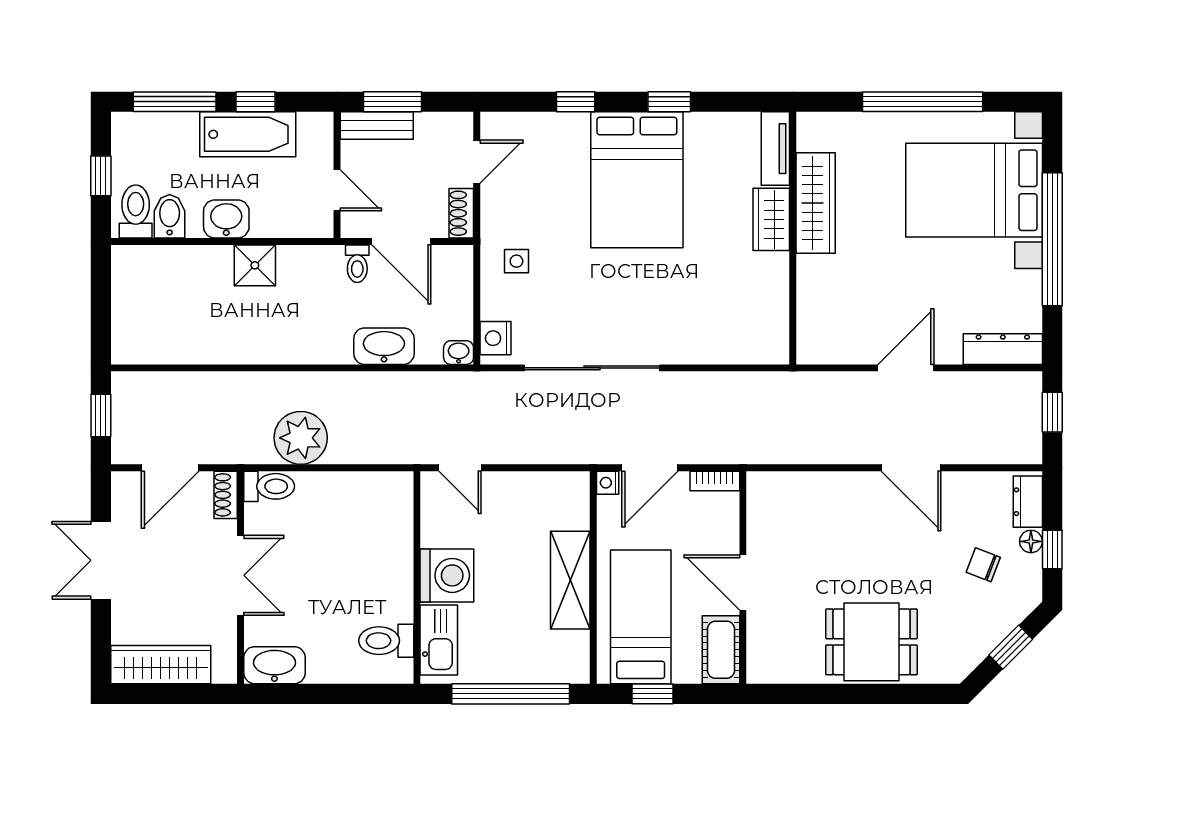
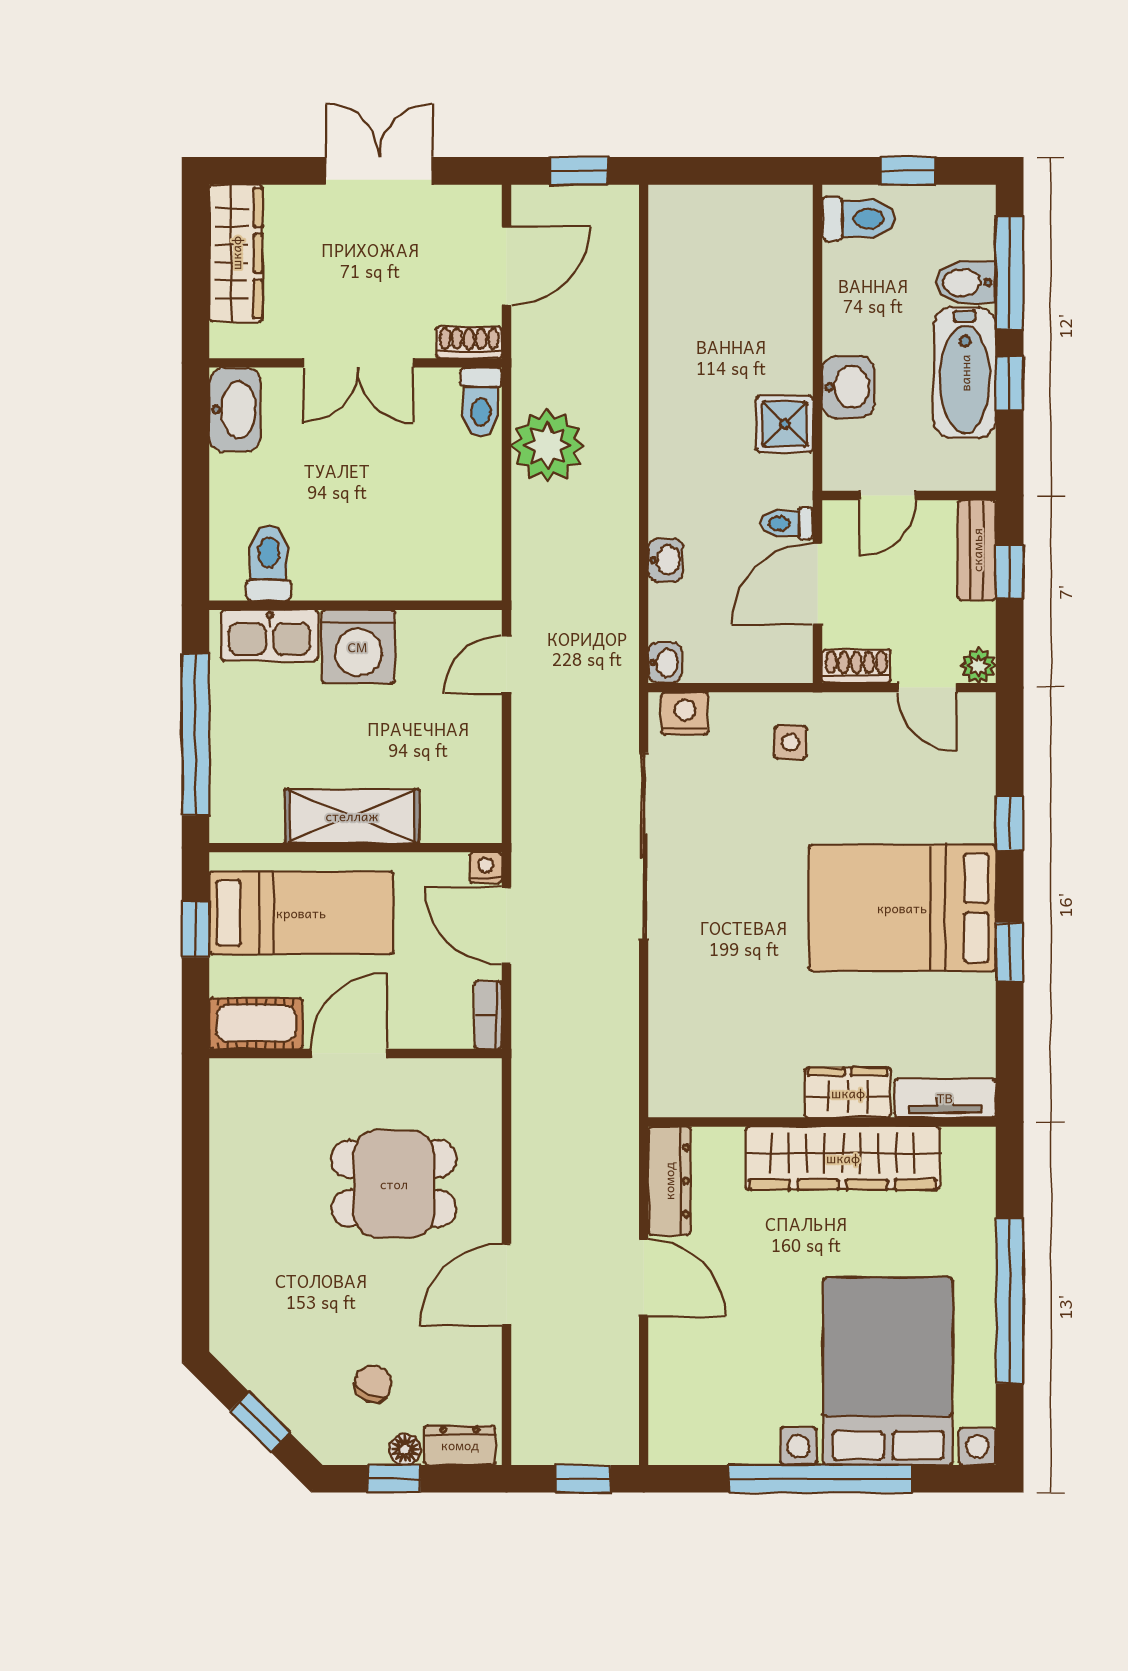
window: (392, 102) -> (1010, 572), width x0.67
plant: (461, 124) -> (979, 666), added
wardrobe: (816, 203) -> (843, 1158), width x1.40, depth x1.17
bidet: (170, 216) -> (966, 282), moved, turned 180
washbasin: (226, 219) -> (848, 387), moved
shower: (255, 265) -> (785, 424), moved
washbasin: (384, 346) -> (666, 560), width x0.52, depth x0.69
dresser: (1003, 349) -> (669, 1181), moved
door: (170, 468) -> (506, 266), swing flipped
dining table: (871, 642) -> (394, 1184), moved, turned 90

